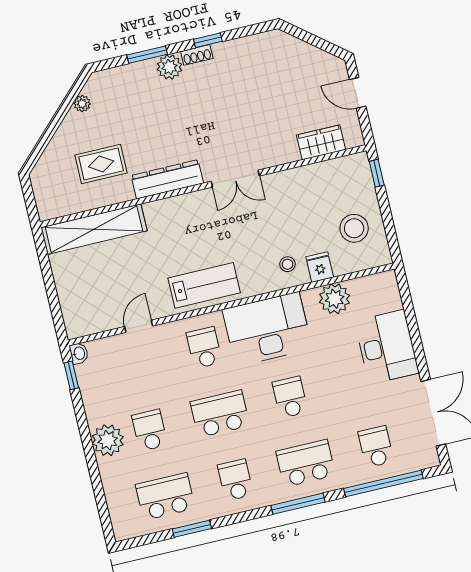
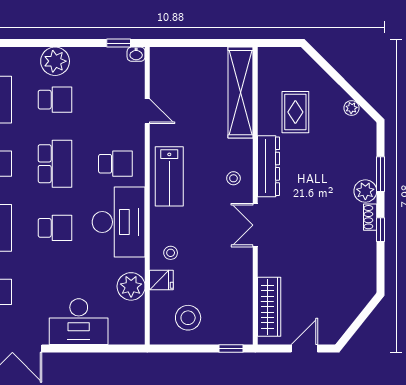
wardrobe: (321, 142) -> (269, 307), width x1.50
stool: (190, 215) -> (233, 178), added

